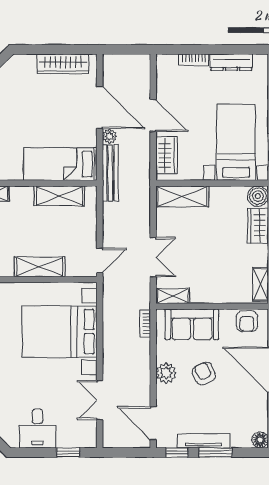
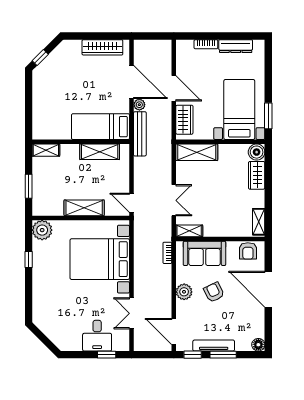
door: (100, 260) -> (131, 203), swing flipped
desk: (37, 428) -> (97, 336), moved

